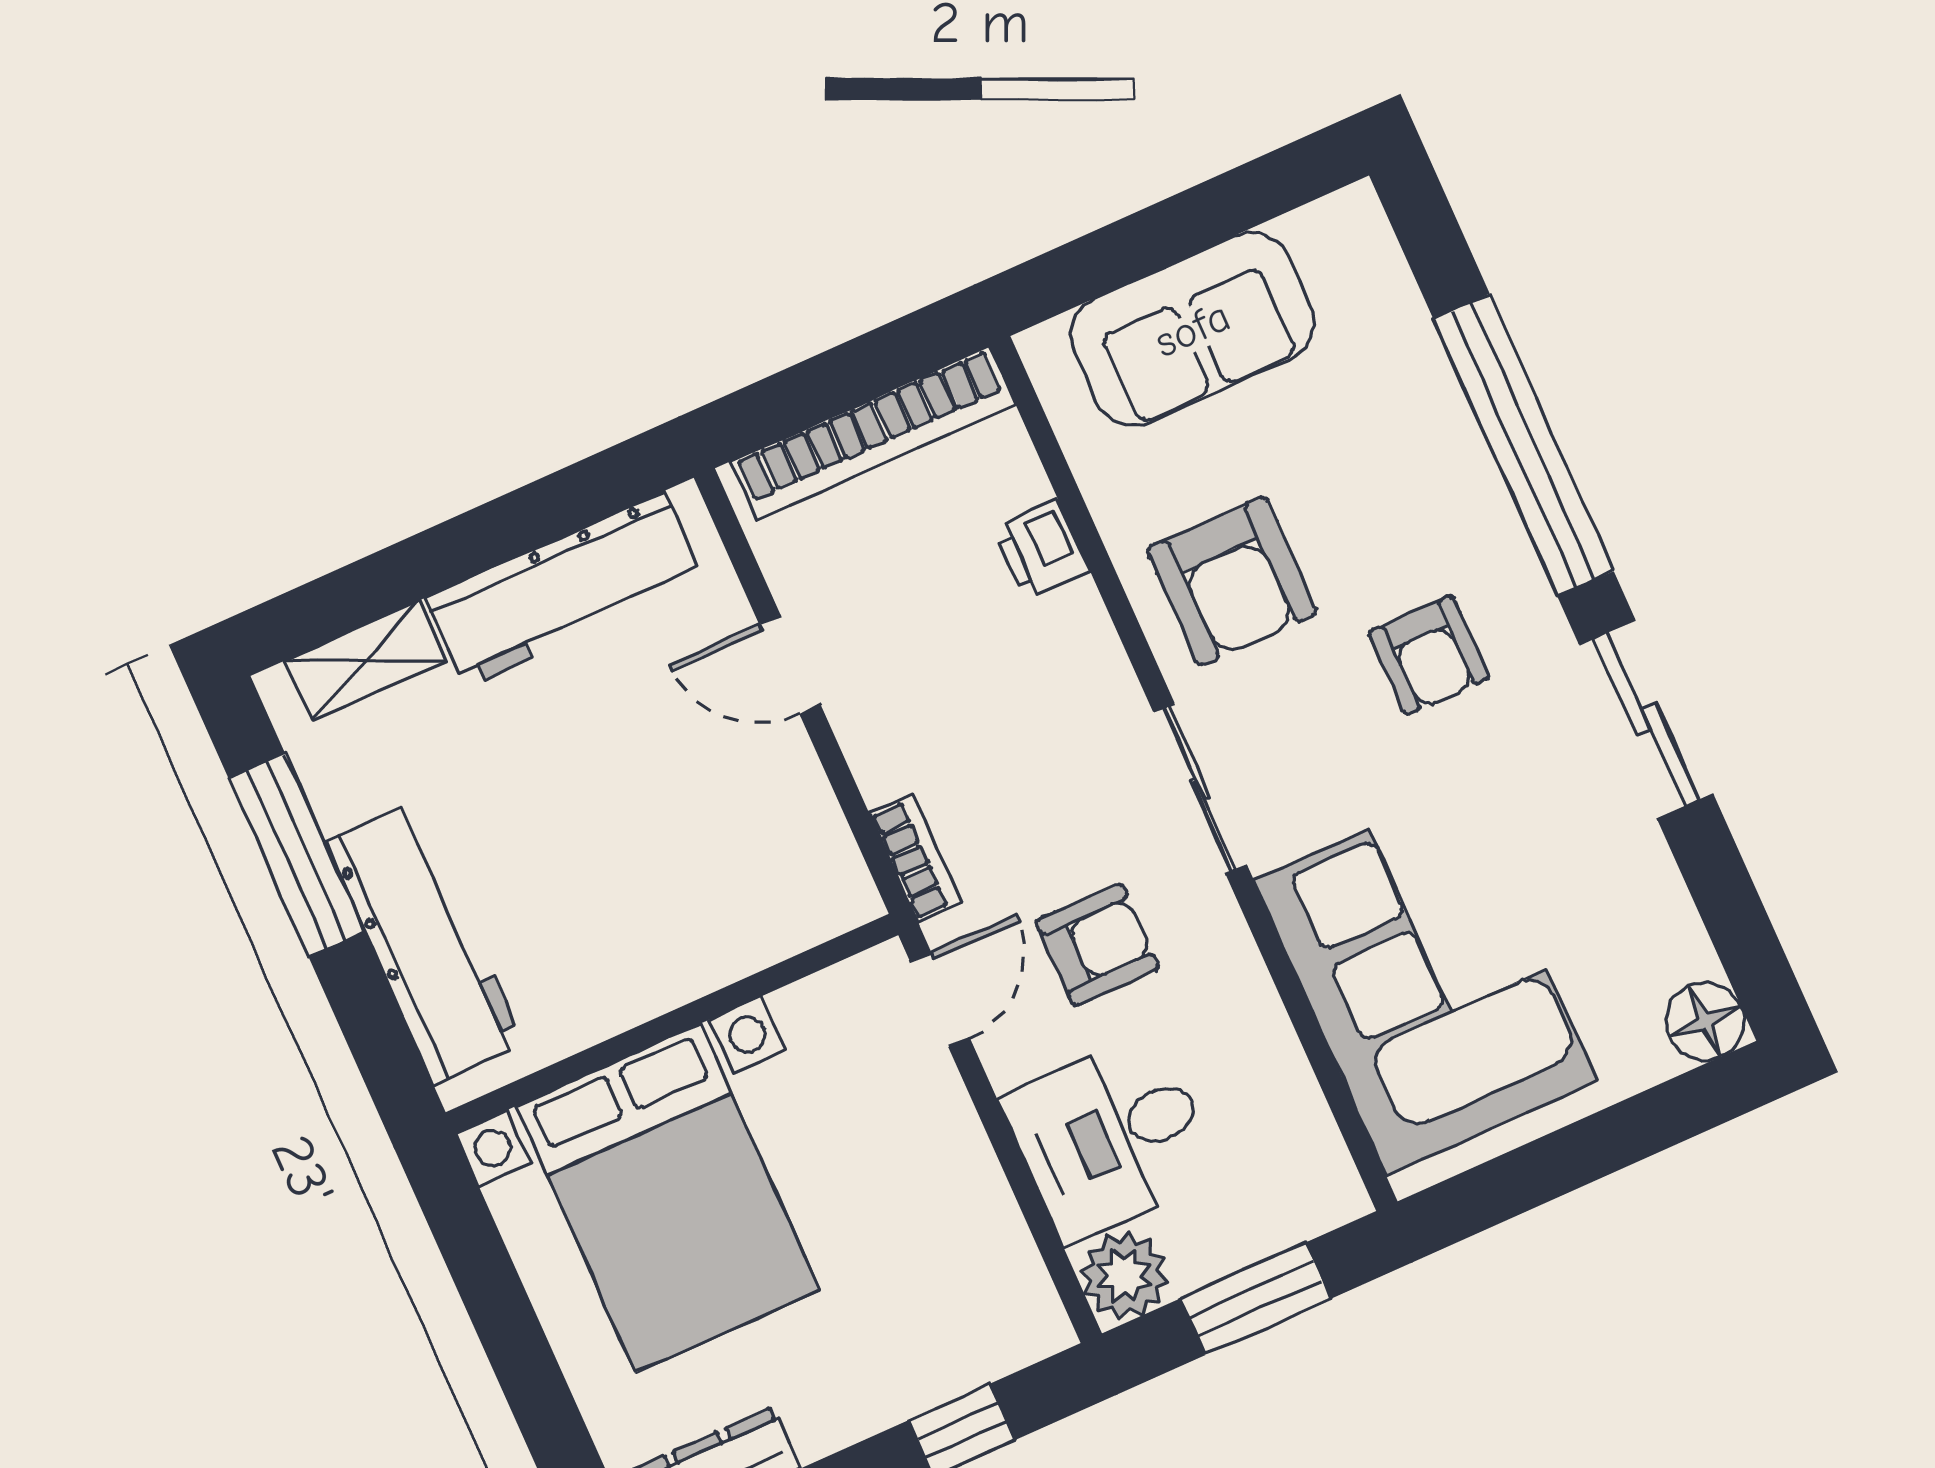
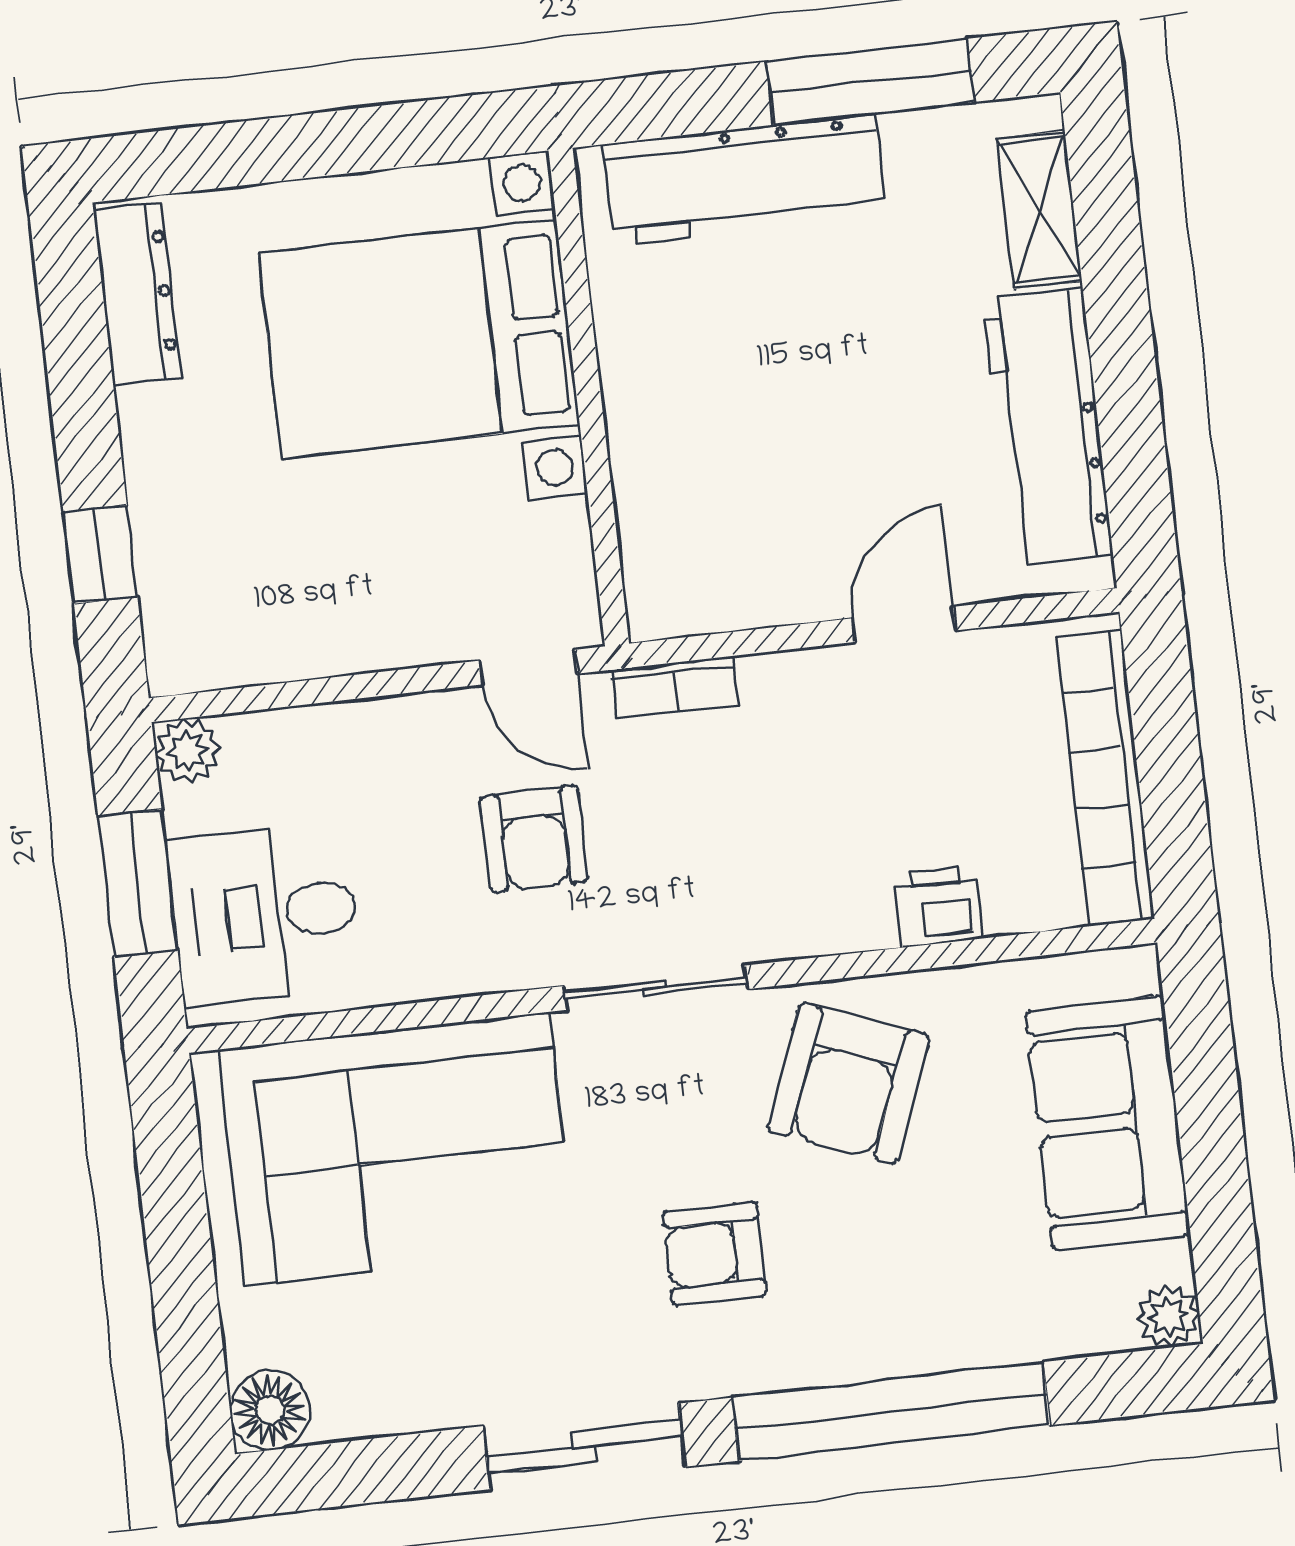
plant: (1354, 216) -> (1168, 1316), added
armchair: (1232, 581) -> (848, 1083), turned -69
desk: (1111, 1137) -> (265, 915), moved, turned -90
plant: (1124, 1276) -> (188, 751), width x0.73, depth x0.73

